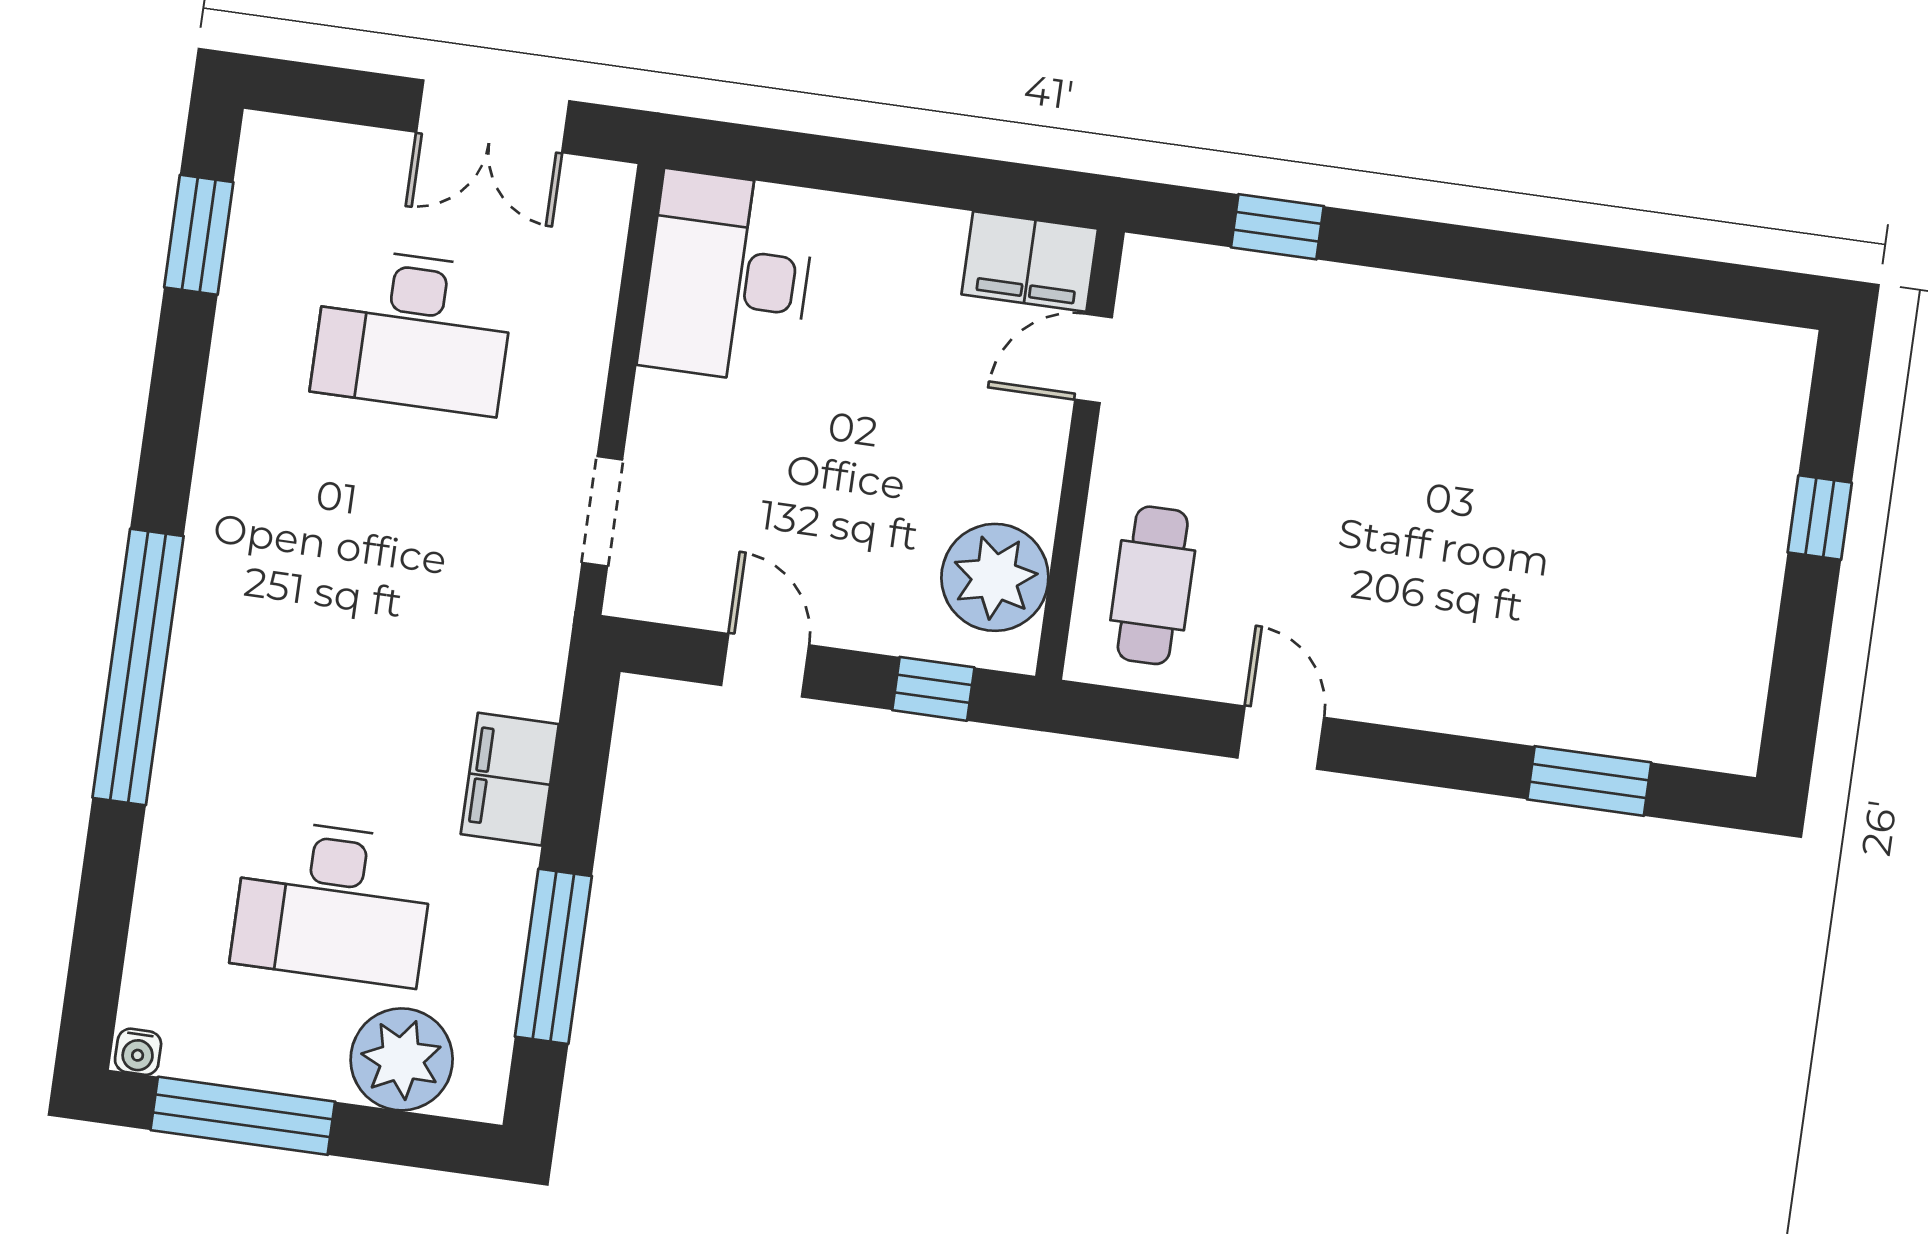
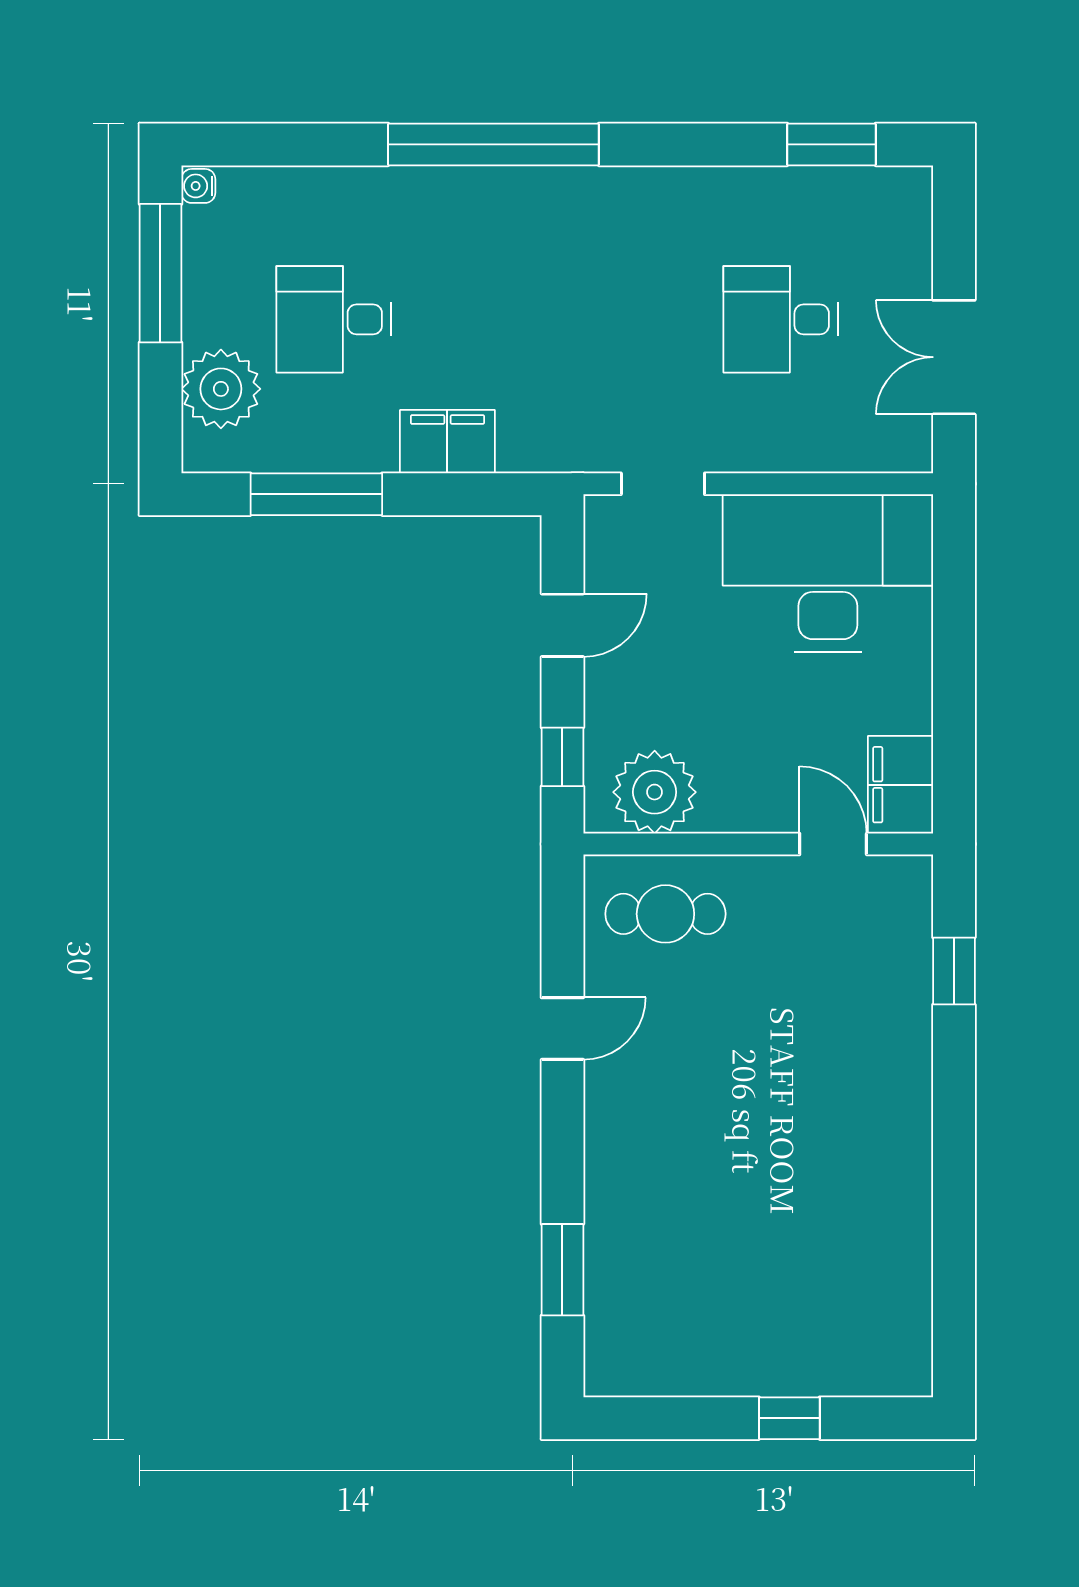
desk: (728, 277) -> (828, 573), width x1.36, depth x1.30
desk: (413, 331) -> (781, 319), width x0.73
desk: (333, 903) -> (334, 319), width x0.73

